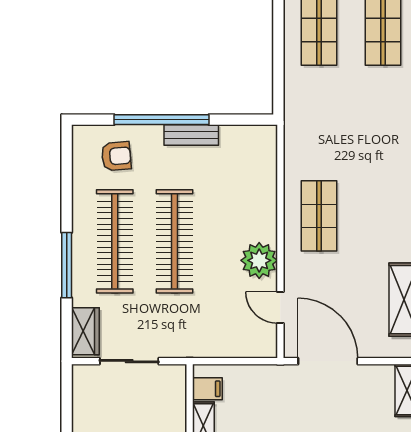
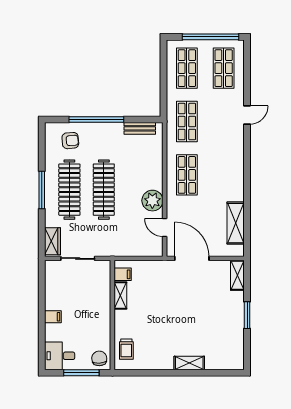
shop shelf: (319, 123) -> (187, 122), added
bench: (191, 135) -> (140, 128), moved
window: (67, 265) -> (42, 190), moved

